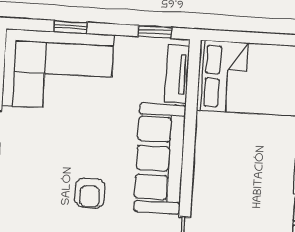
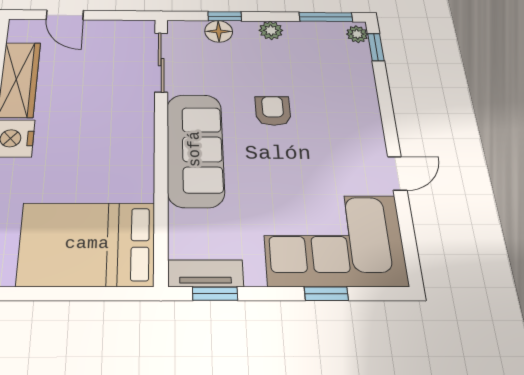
tv unit: (177, 74) -> (205, 273), moved, turned -90

